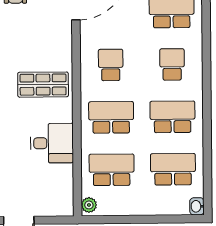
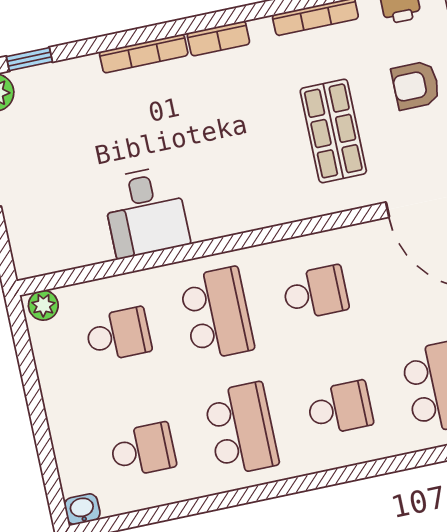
shop shelf: (43, 85) -> (333, 131), moved
school desk: (173, 169) -> (143, 450), width x0.54
school desk: (112, 170) -> (118, 335), width x0.54

